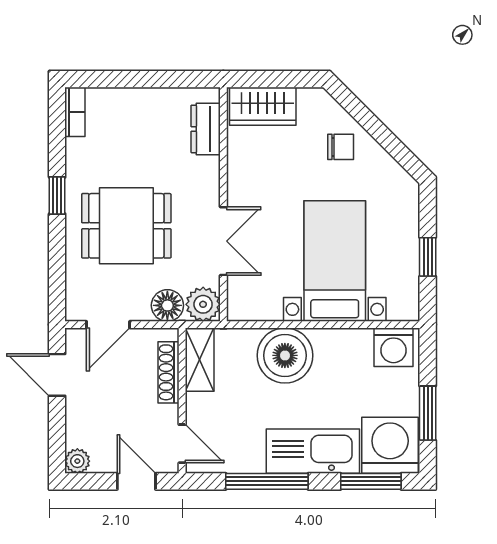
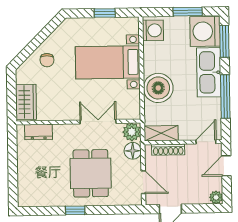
bookcase: (75, 112) -> (31, 202), removed
chair: (341, 147) -> (47, 60), turned 180

